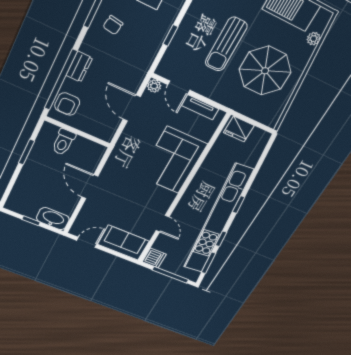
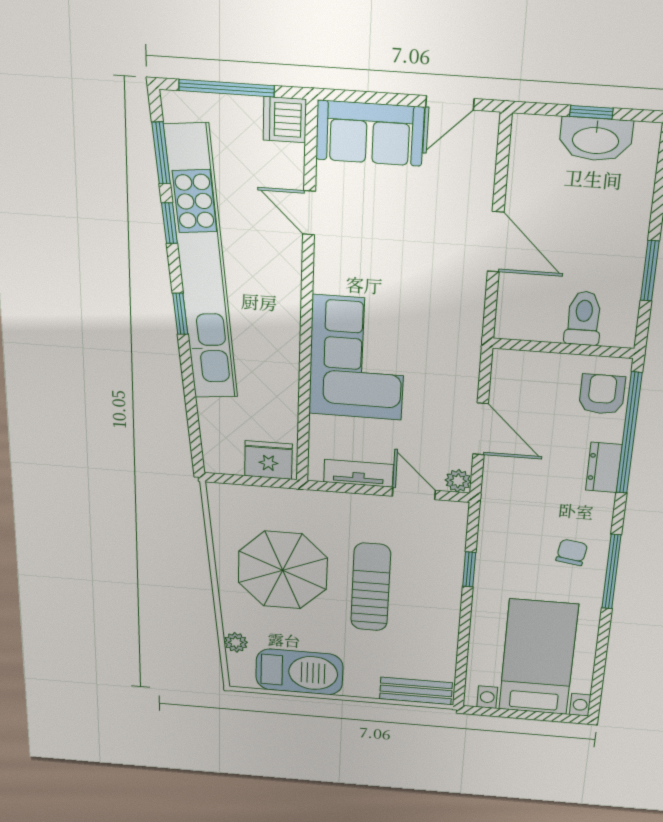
washbasin: (53, 219) -> (596, 139), moved

